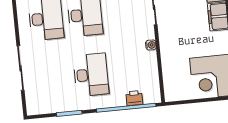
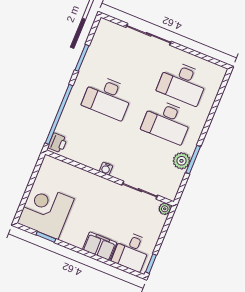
printer: (134, 98) -> (58, 143), moved

